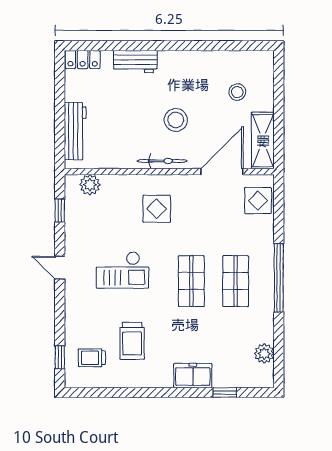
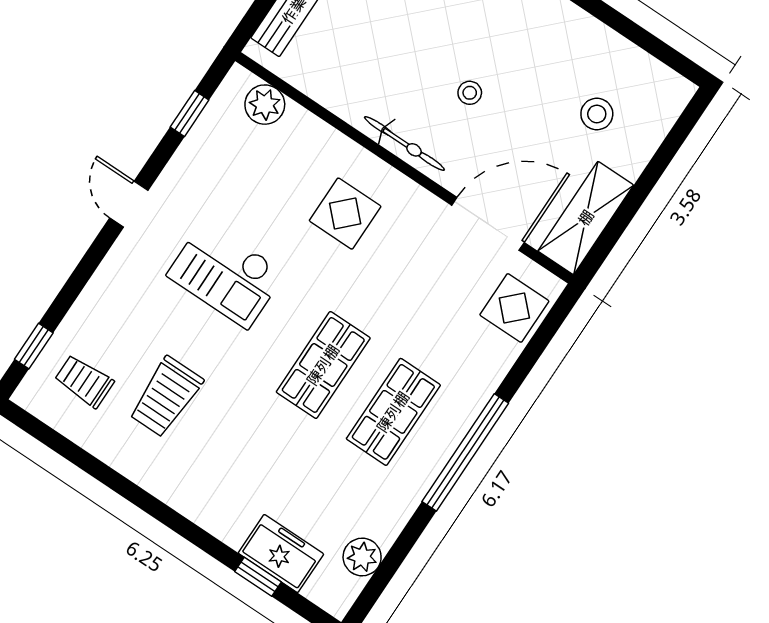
stool: (176, 120) -> (470, 93), width x0.53, depth x0.53
freezer: (193, 376) -> (281, 554), moved

